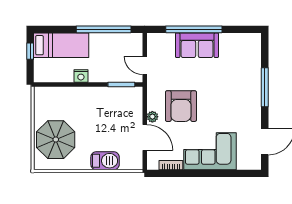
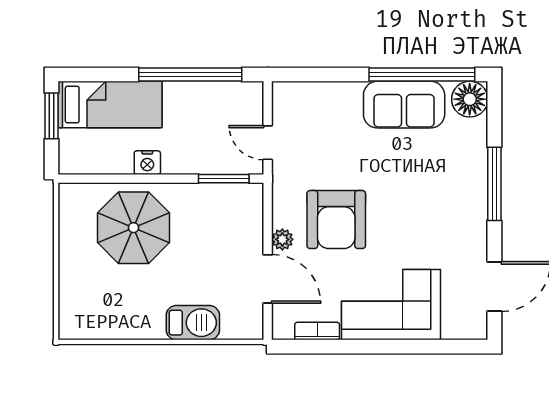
window: (194, 29) -> (422, 75), moved
floor lamp: (252, 42) -> (470, 99), added
sofa: (197, 45) -> (404, 105), moved
window: (30, 51) -> (52, 116), width x1.50
parasol: (56, 140) -> (134, 228), moved

